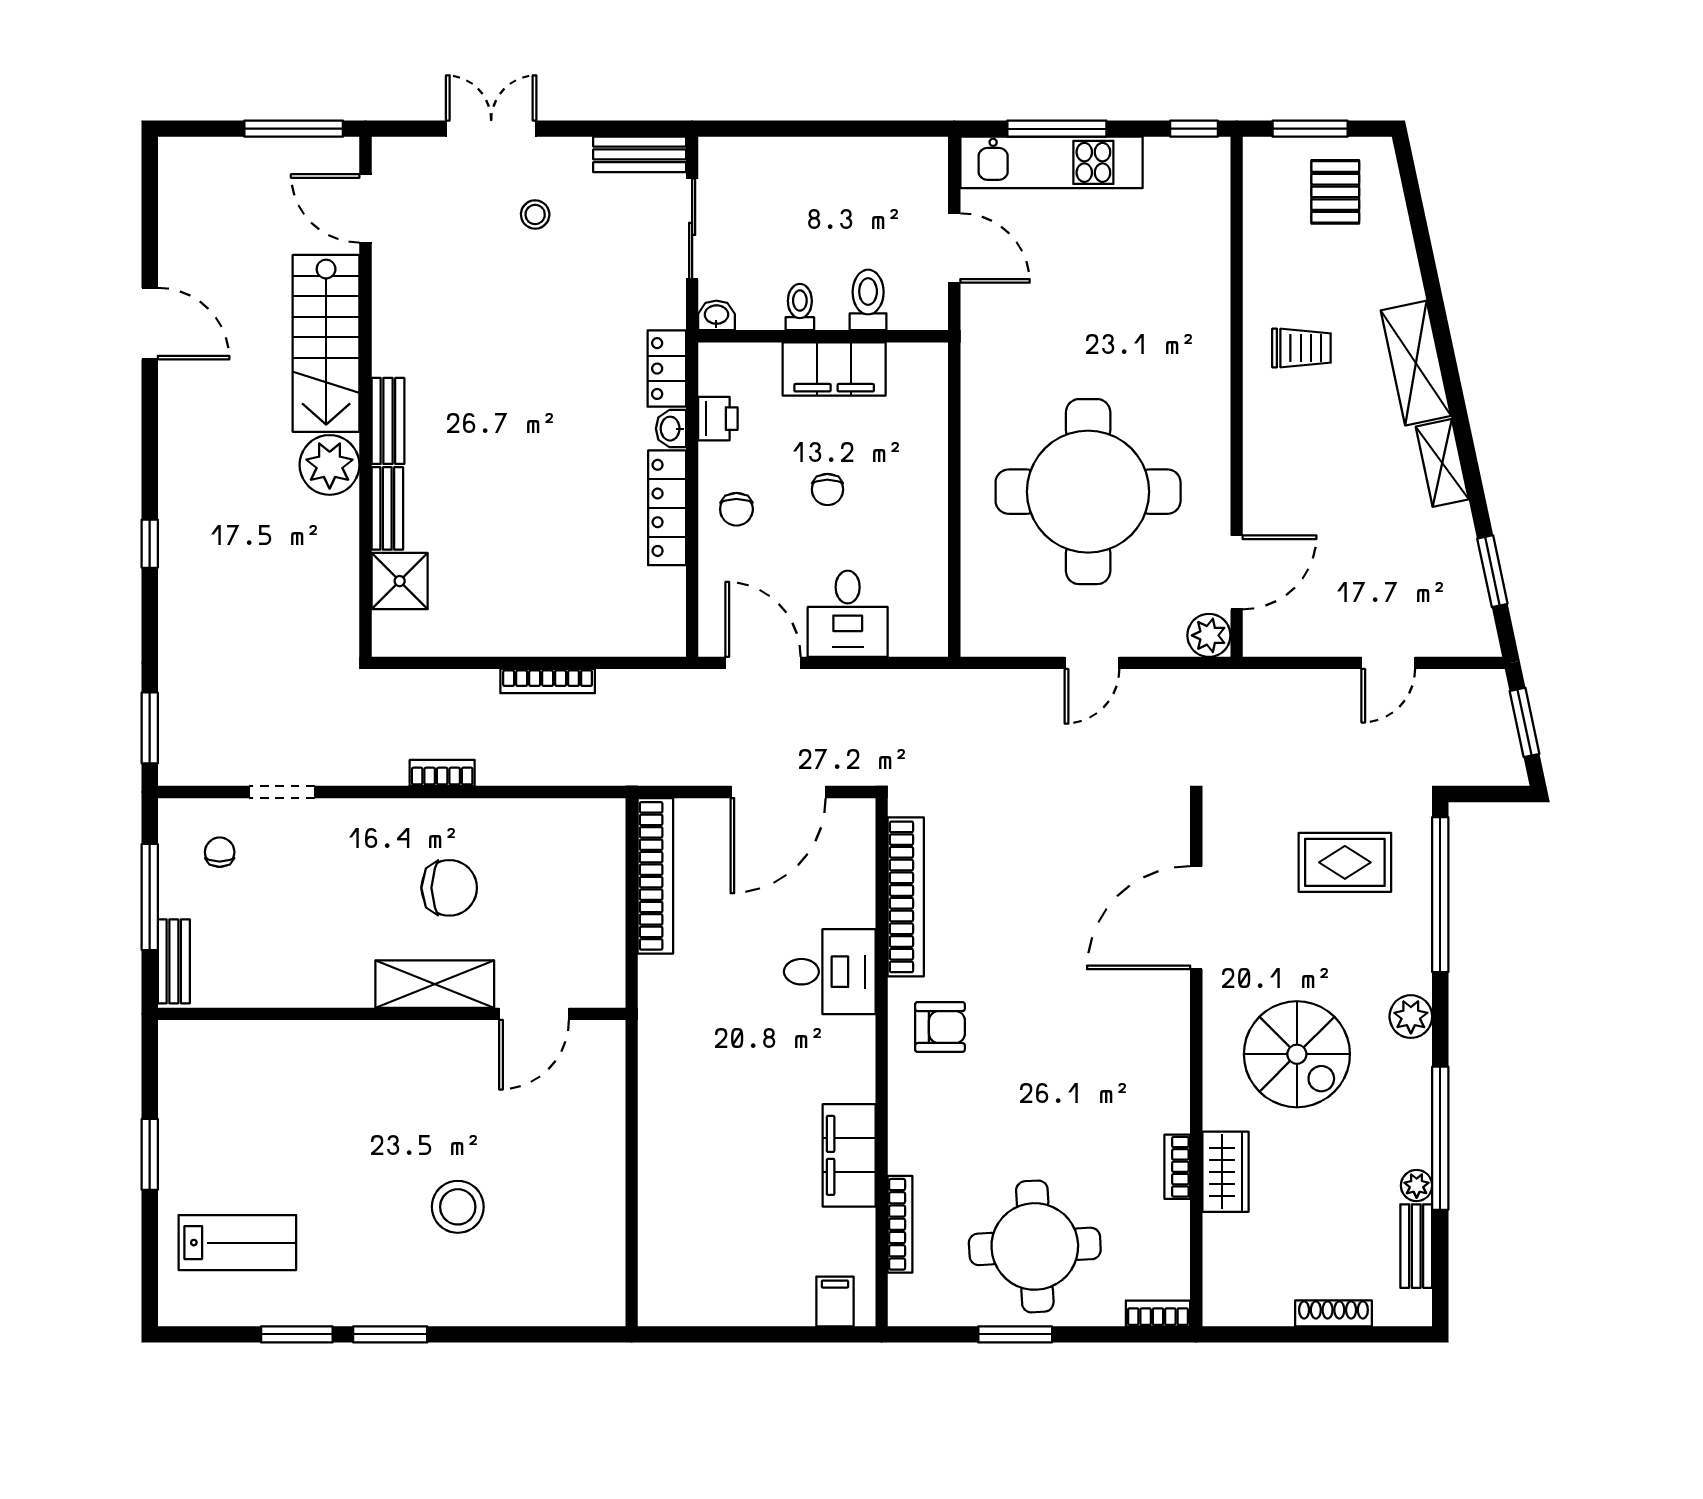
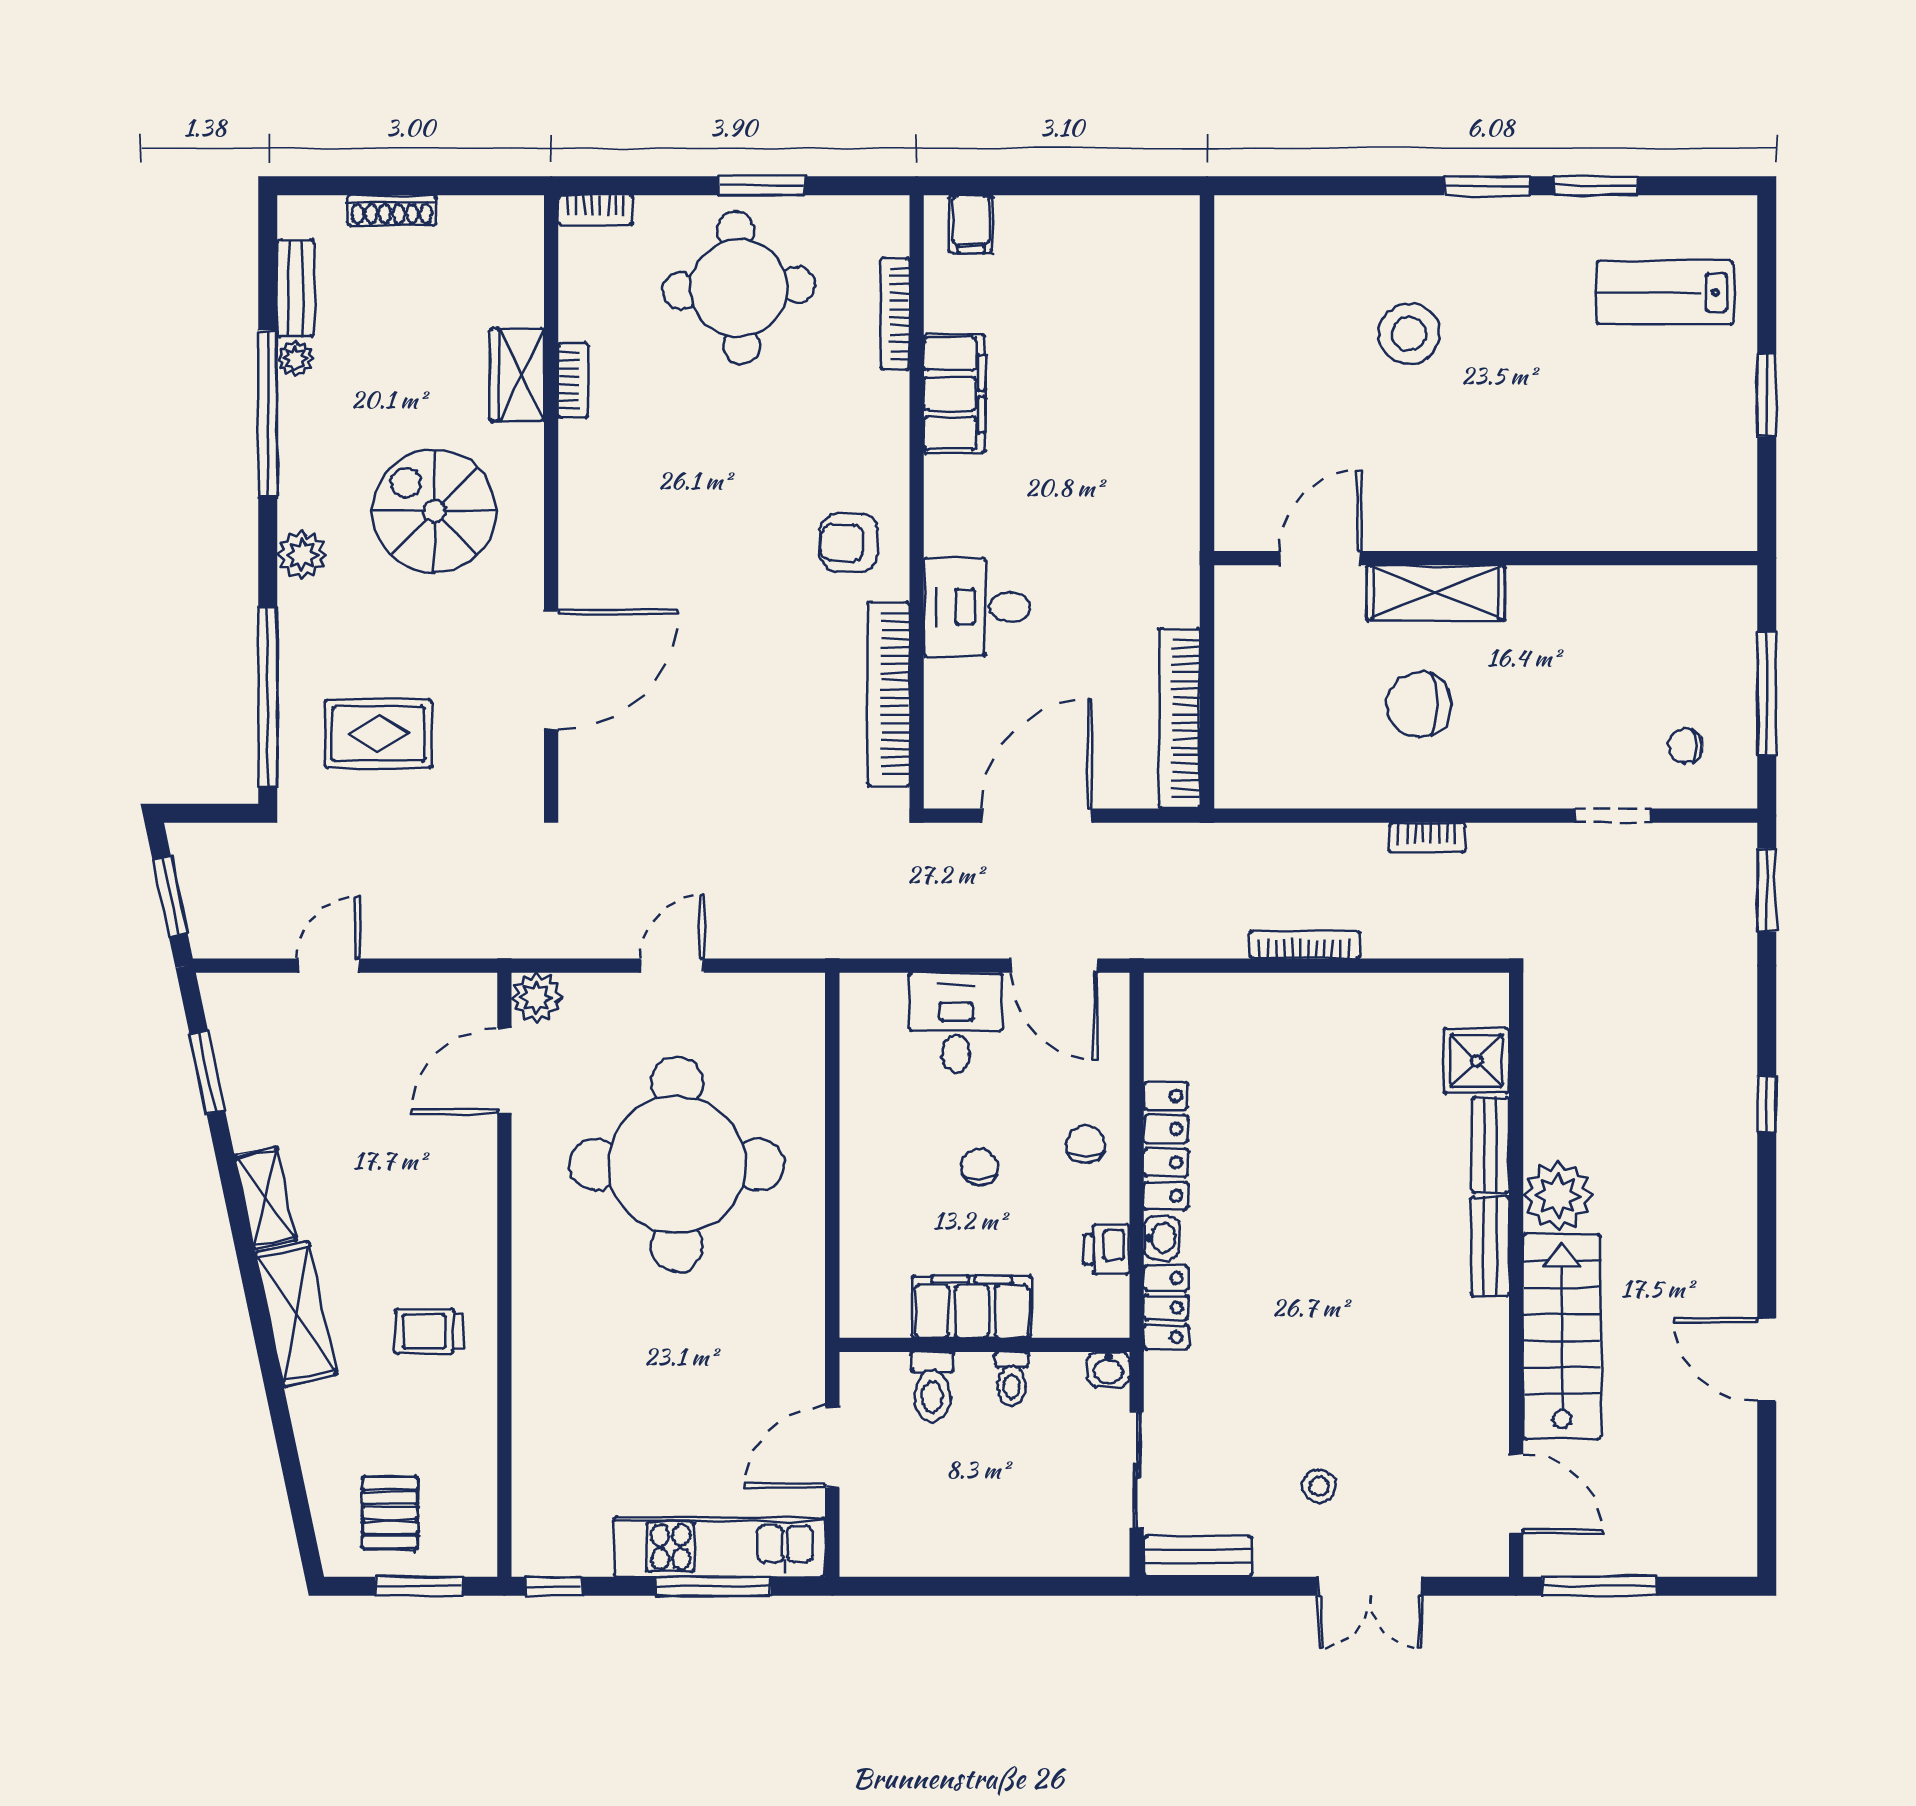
door: (954, 248) -> (832, 1448), hinge flipped
chair: (220, 852) -> (1685, 746), turned 90
bench: (174, 961) -> (1739, 619), removed

